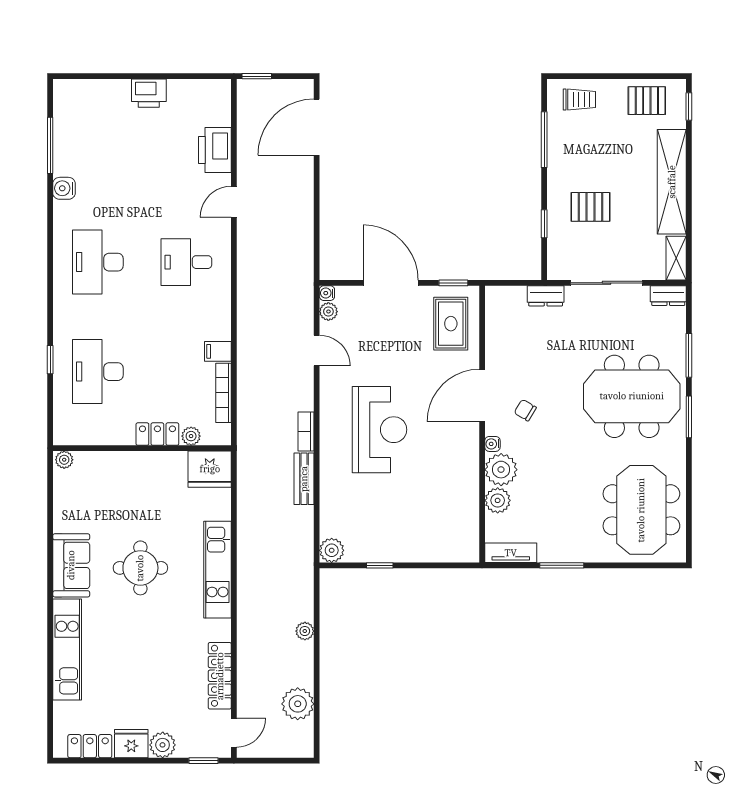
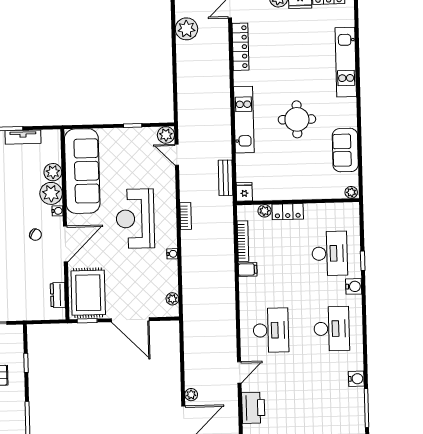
desk: (186, 262) -> (271, 330), width x1.37
water cooler: (327, 293) -> (172, 254), moved
dresser: (546, 296) -> (58, 295), moved, turned -90
water cooler: (64, 323) -> (354, 286), added
rug: (451, 324) -> (88, 293), width x1.36, depth x1.43
door: (317, 351) -> (177, 155), moved
fridge: (210, 469) -> (244, 192), width x0.53, depth x0.75
bench: (304, 479) -> (225, 178), moved
sofa: (455, 501) -> (82, 171), added
tv unit: (511, 553) -> (23, 137), moved
sofa: (71, 565) -> (345, 150), moved
plant: (305, 631) -> (191, 395), moved

